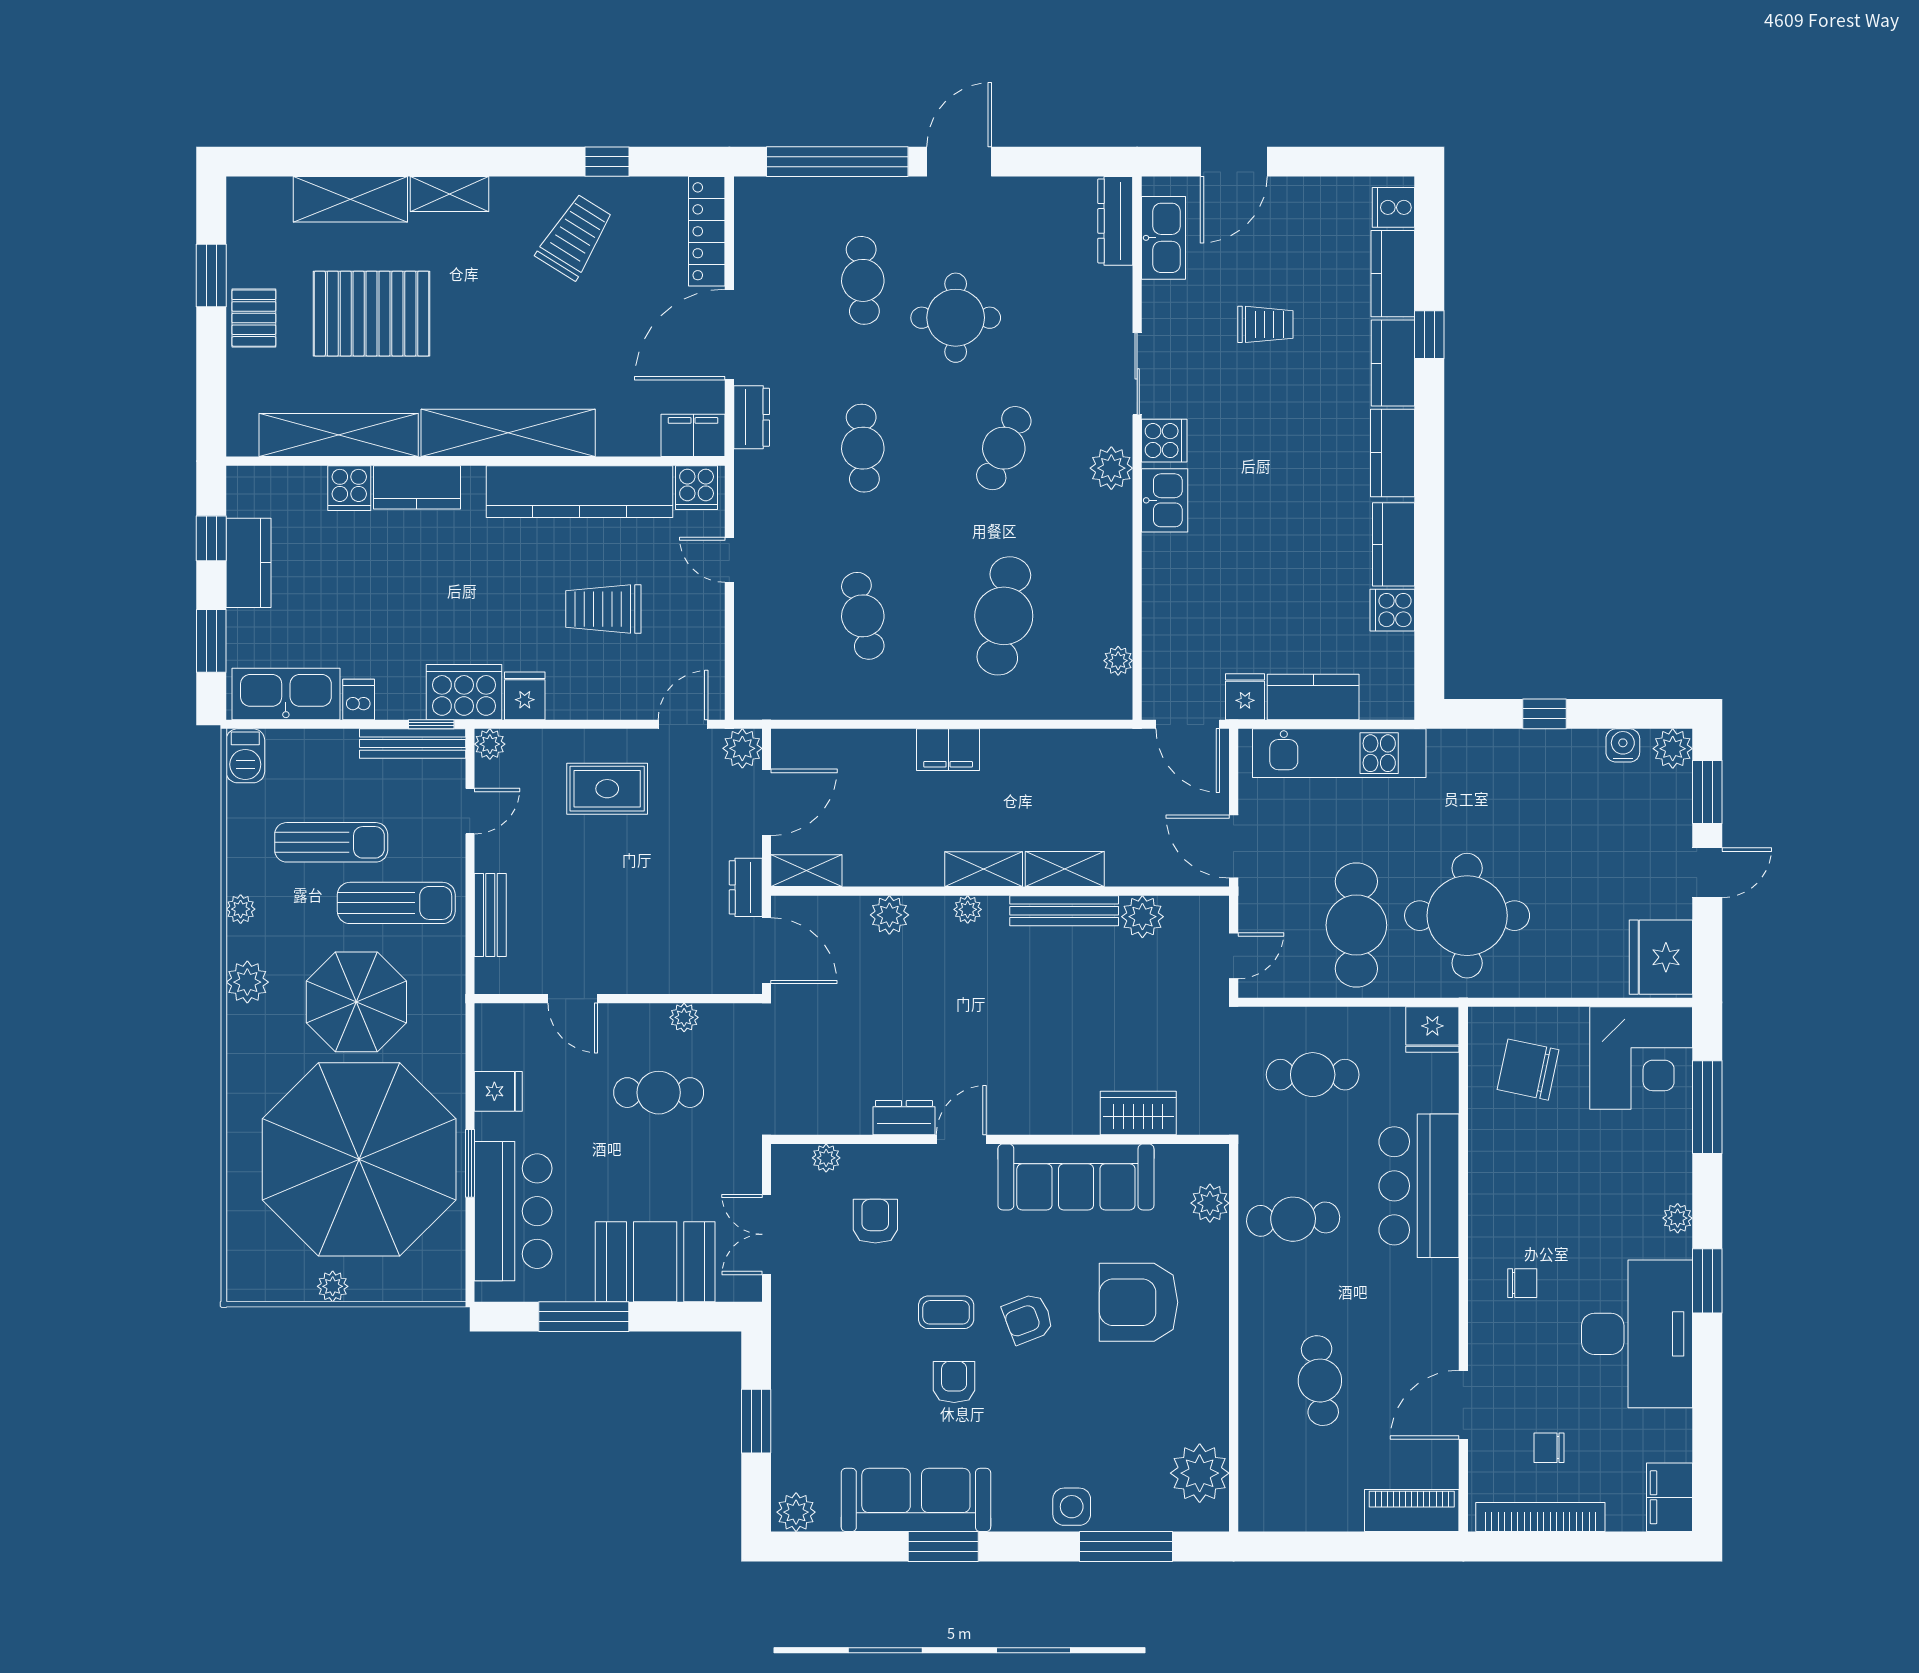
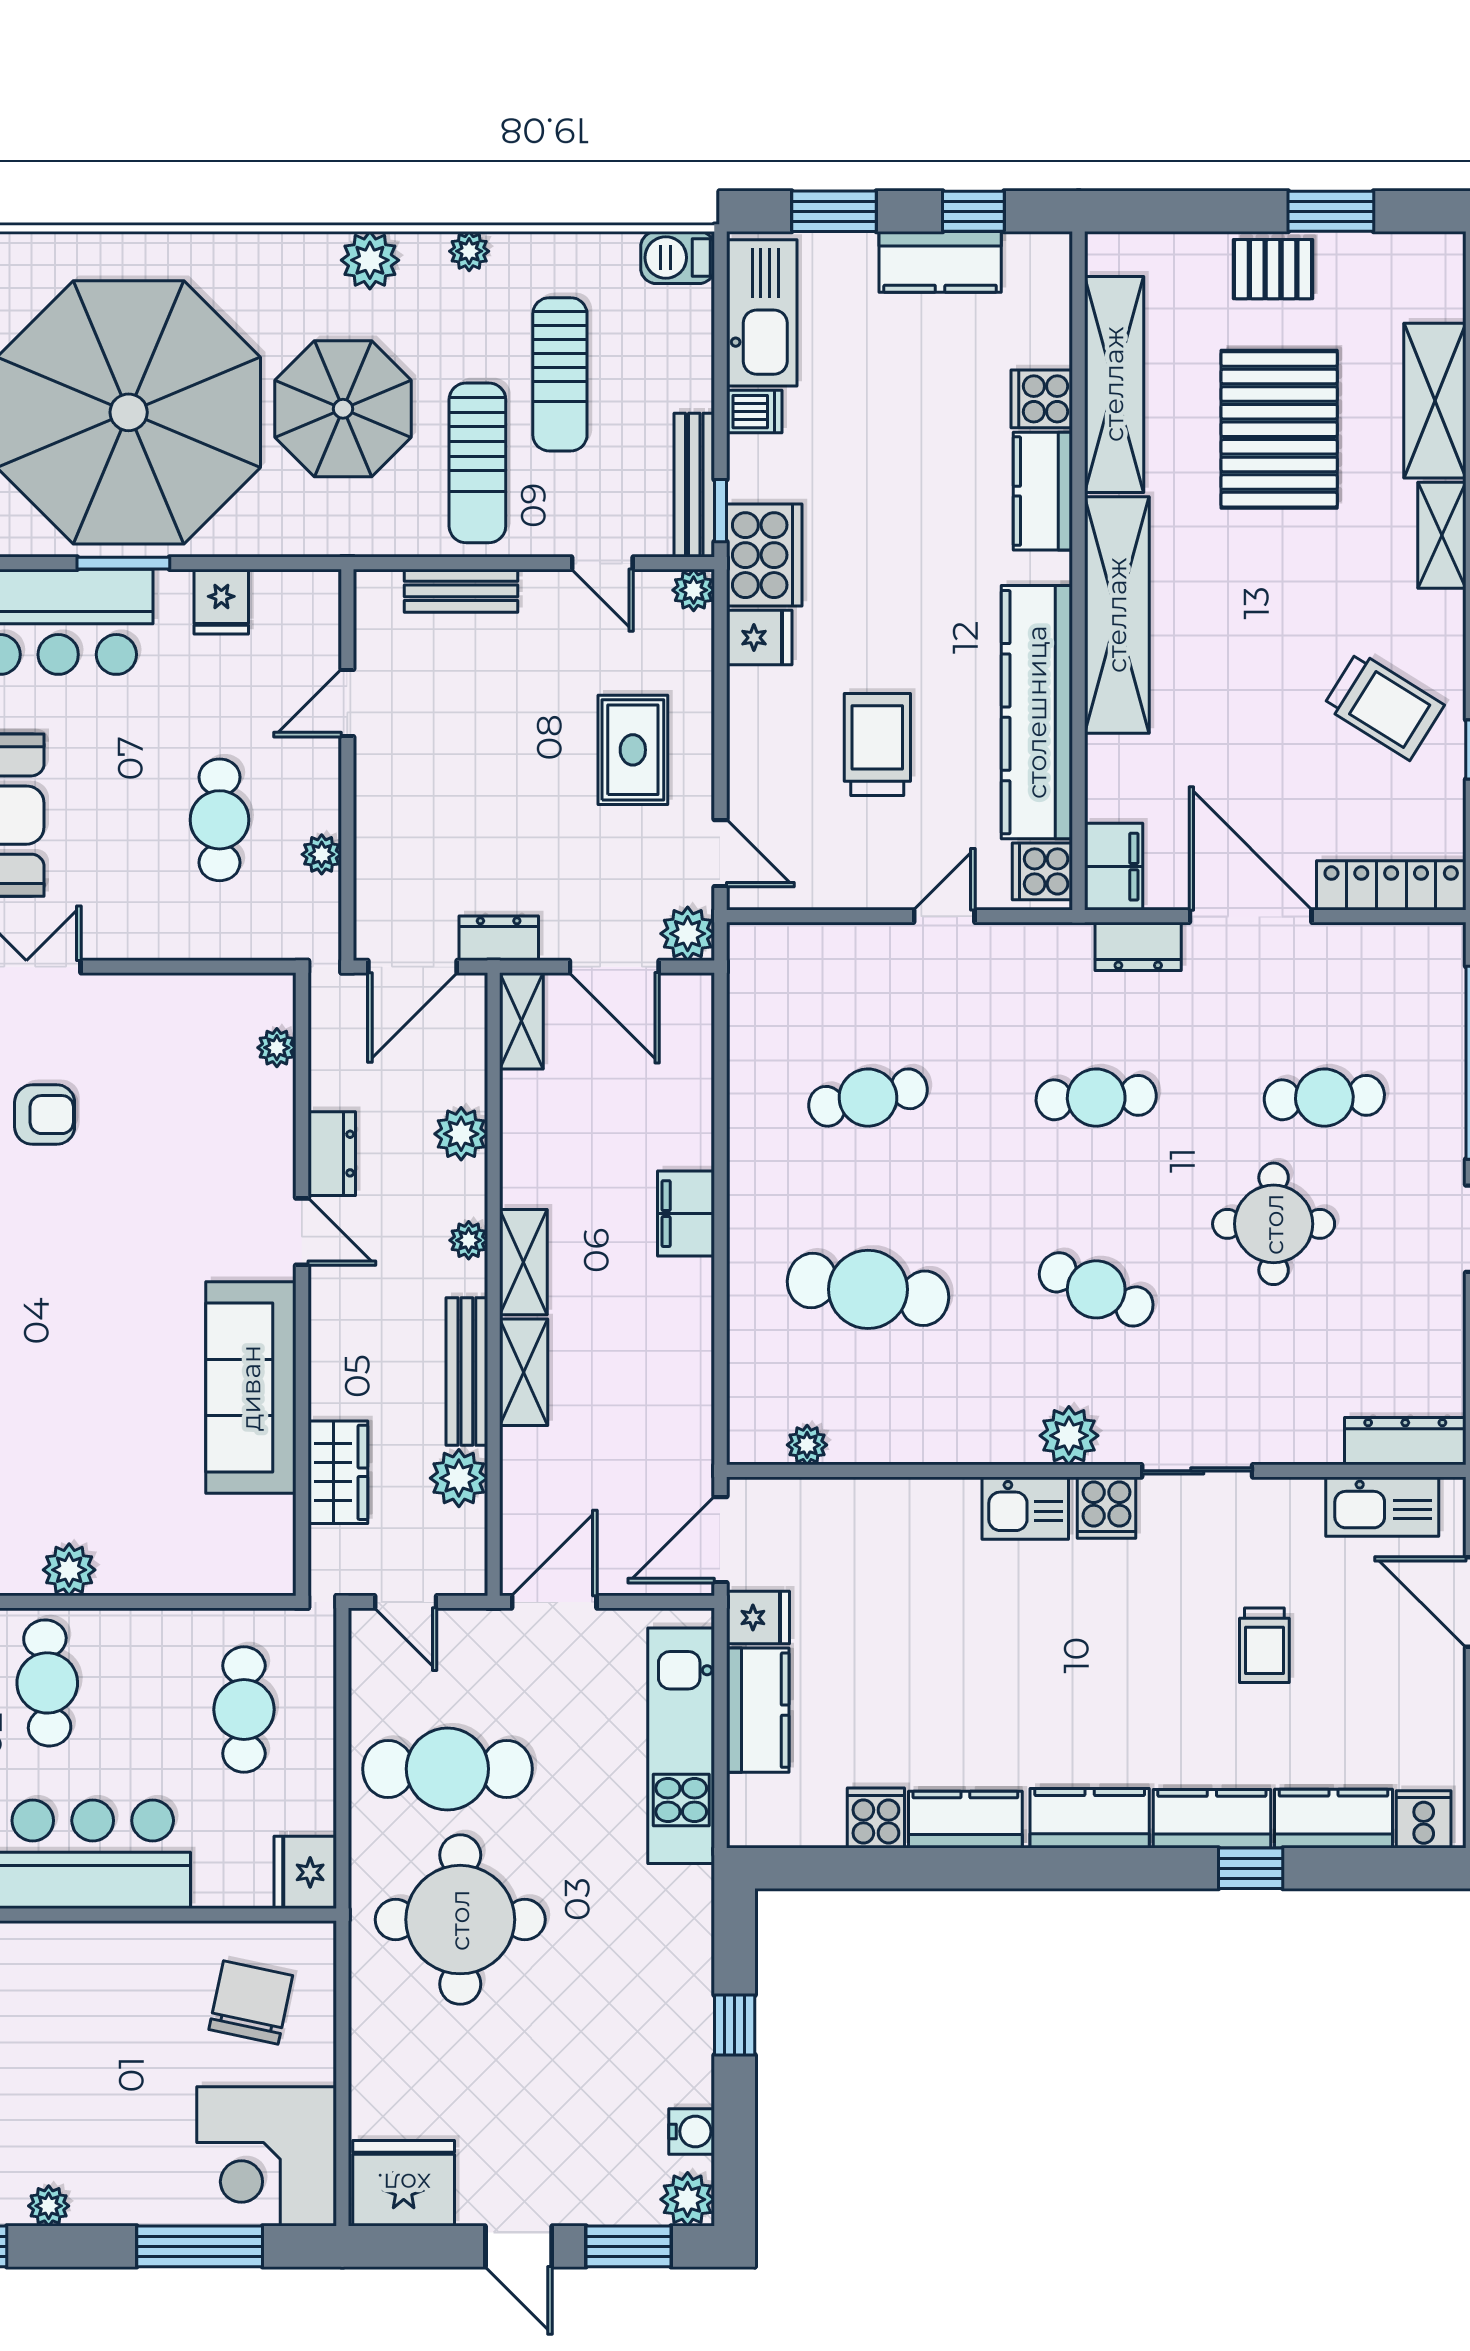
wardrobe: (1138, 1113) -> (338, 1472), moved
dresser: (904, 1118) -> (332, 1154), moved
door: (961, 1139) -> (302, 1232), moved
wall: (1000, 1139) -> (302, 1284), moved
plant: (826, 1158) -> (277, 1048), moved
sofa: (1076, 1177) -> (251, 1388), moved

